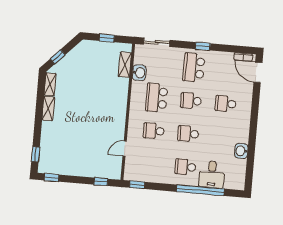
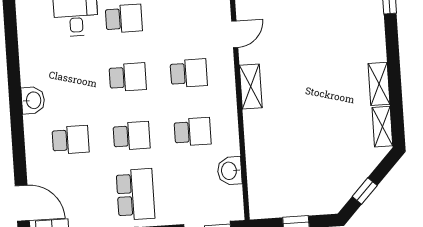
window: (58, 57) -> (365, 191), moved
shelving: (125, 65) -> (251, 86), moved
school desk: (157, 98) -> (193, 132), width x0.54
washbasin: (241, 151) -> (33, 100), moved

